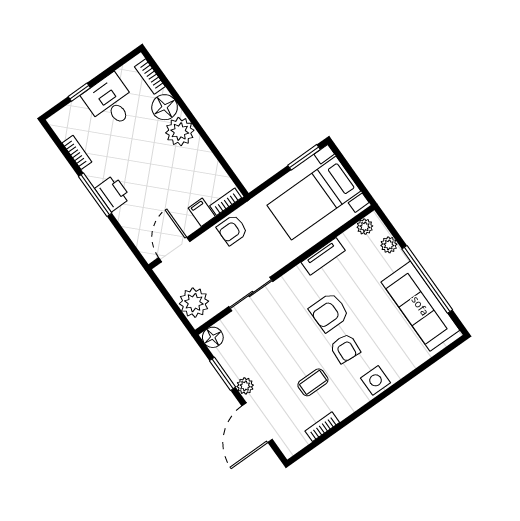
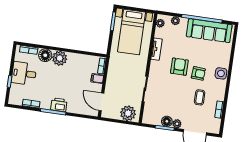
armchair: (232, 230) -> (115, 73), removed
armchair: (329, 312) -> (179, 67), turned 180
floor lamp: (213, 337) -> (167, 121), moved

